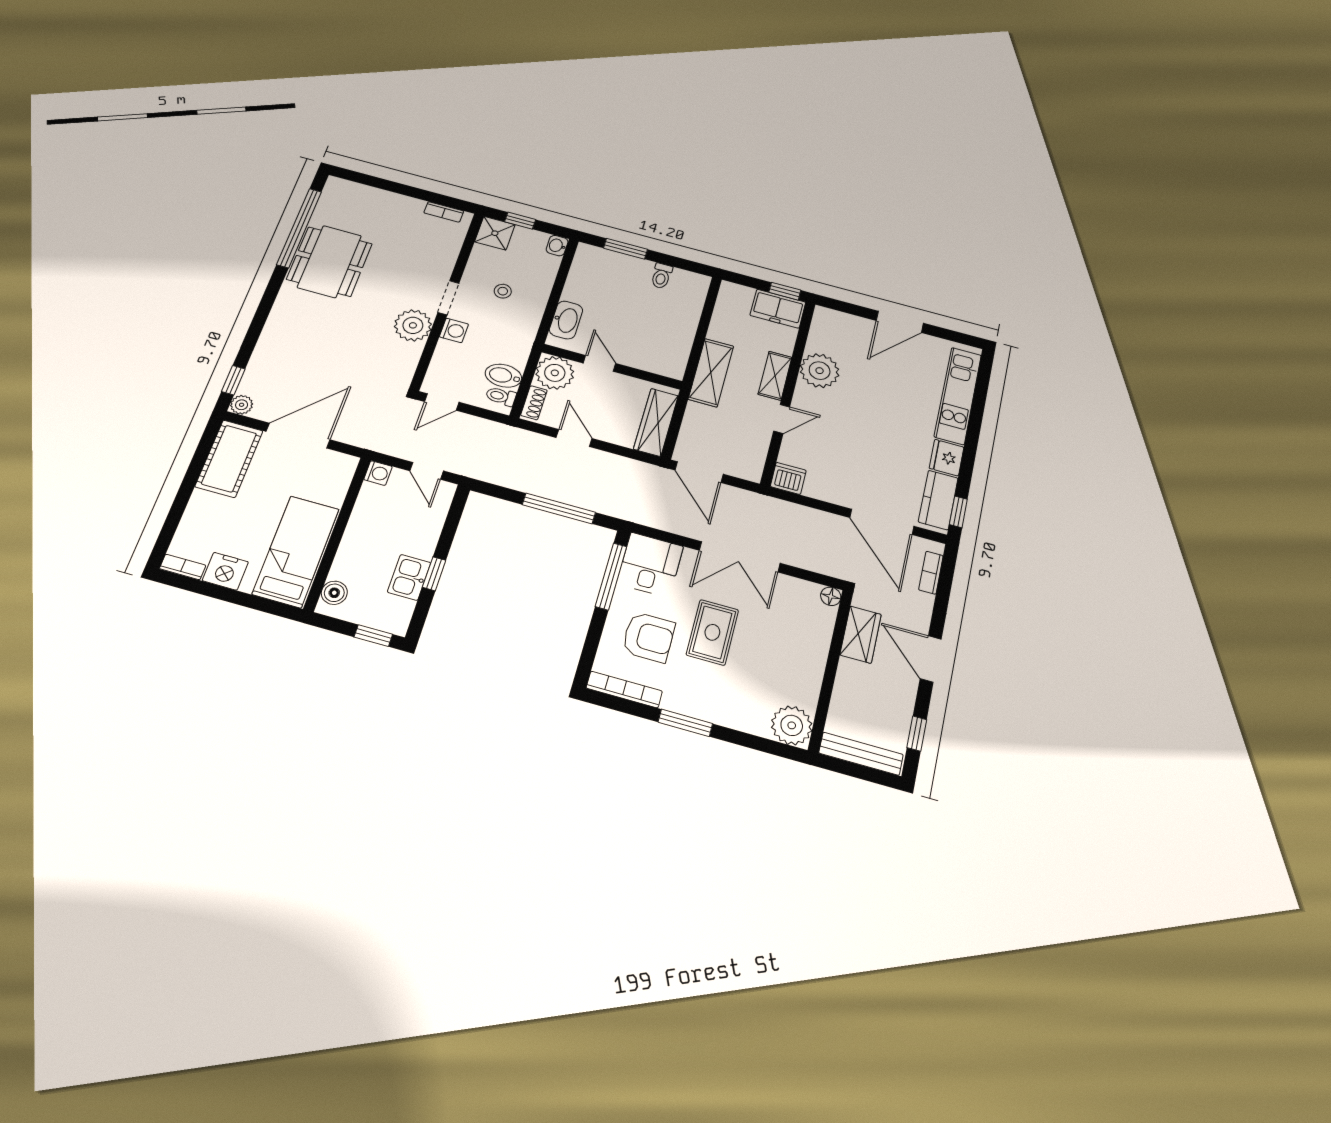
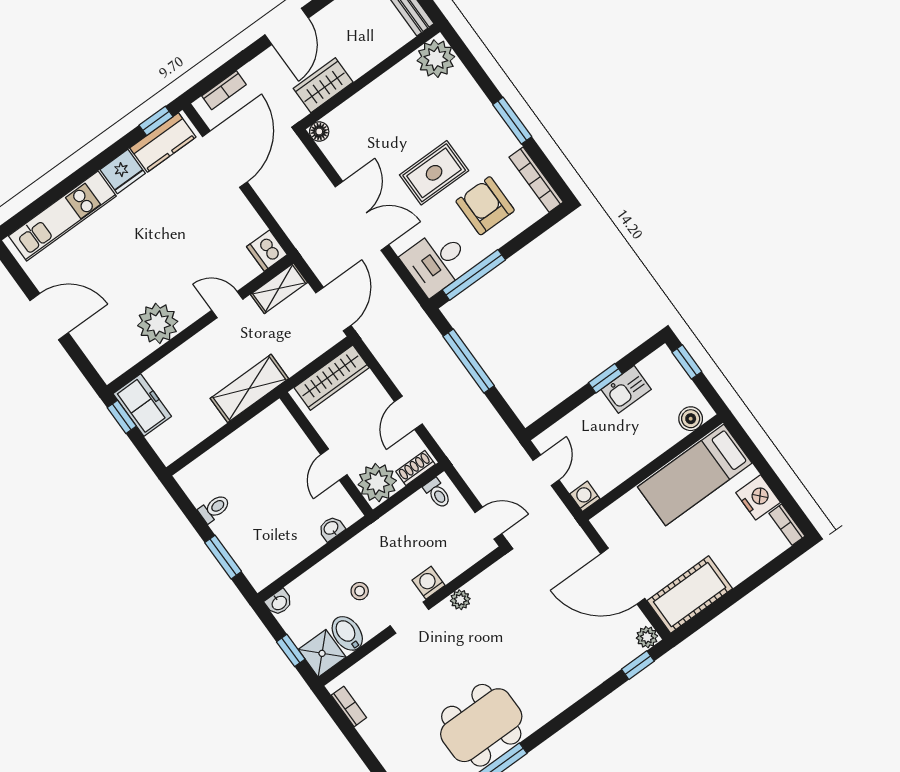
washbasin: (566, 320) -> (331, 528), width x0.52, depth x0.69
plant: (413, 325) -> (460, 600), width x0.53, depth x0.53
bidet: (503, 376) -> (347, 633), moved, turned 180
shelving: (775, 376) -> (279, 288), moved

